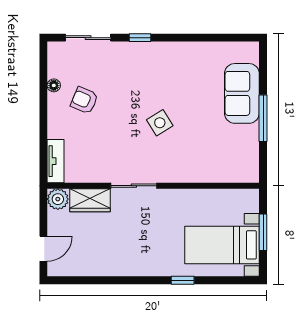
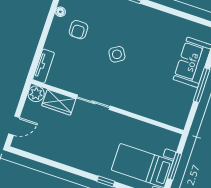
armchair: (84, 100) -> (79, 30), turned -113
side table: (160, 123) -> (117, 54), moved

